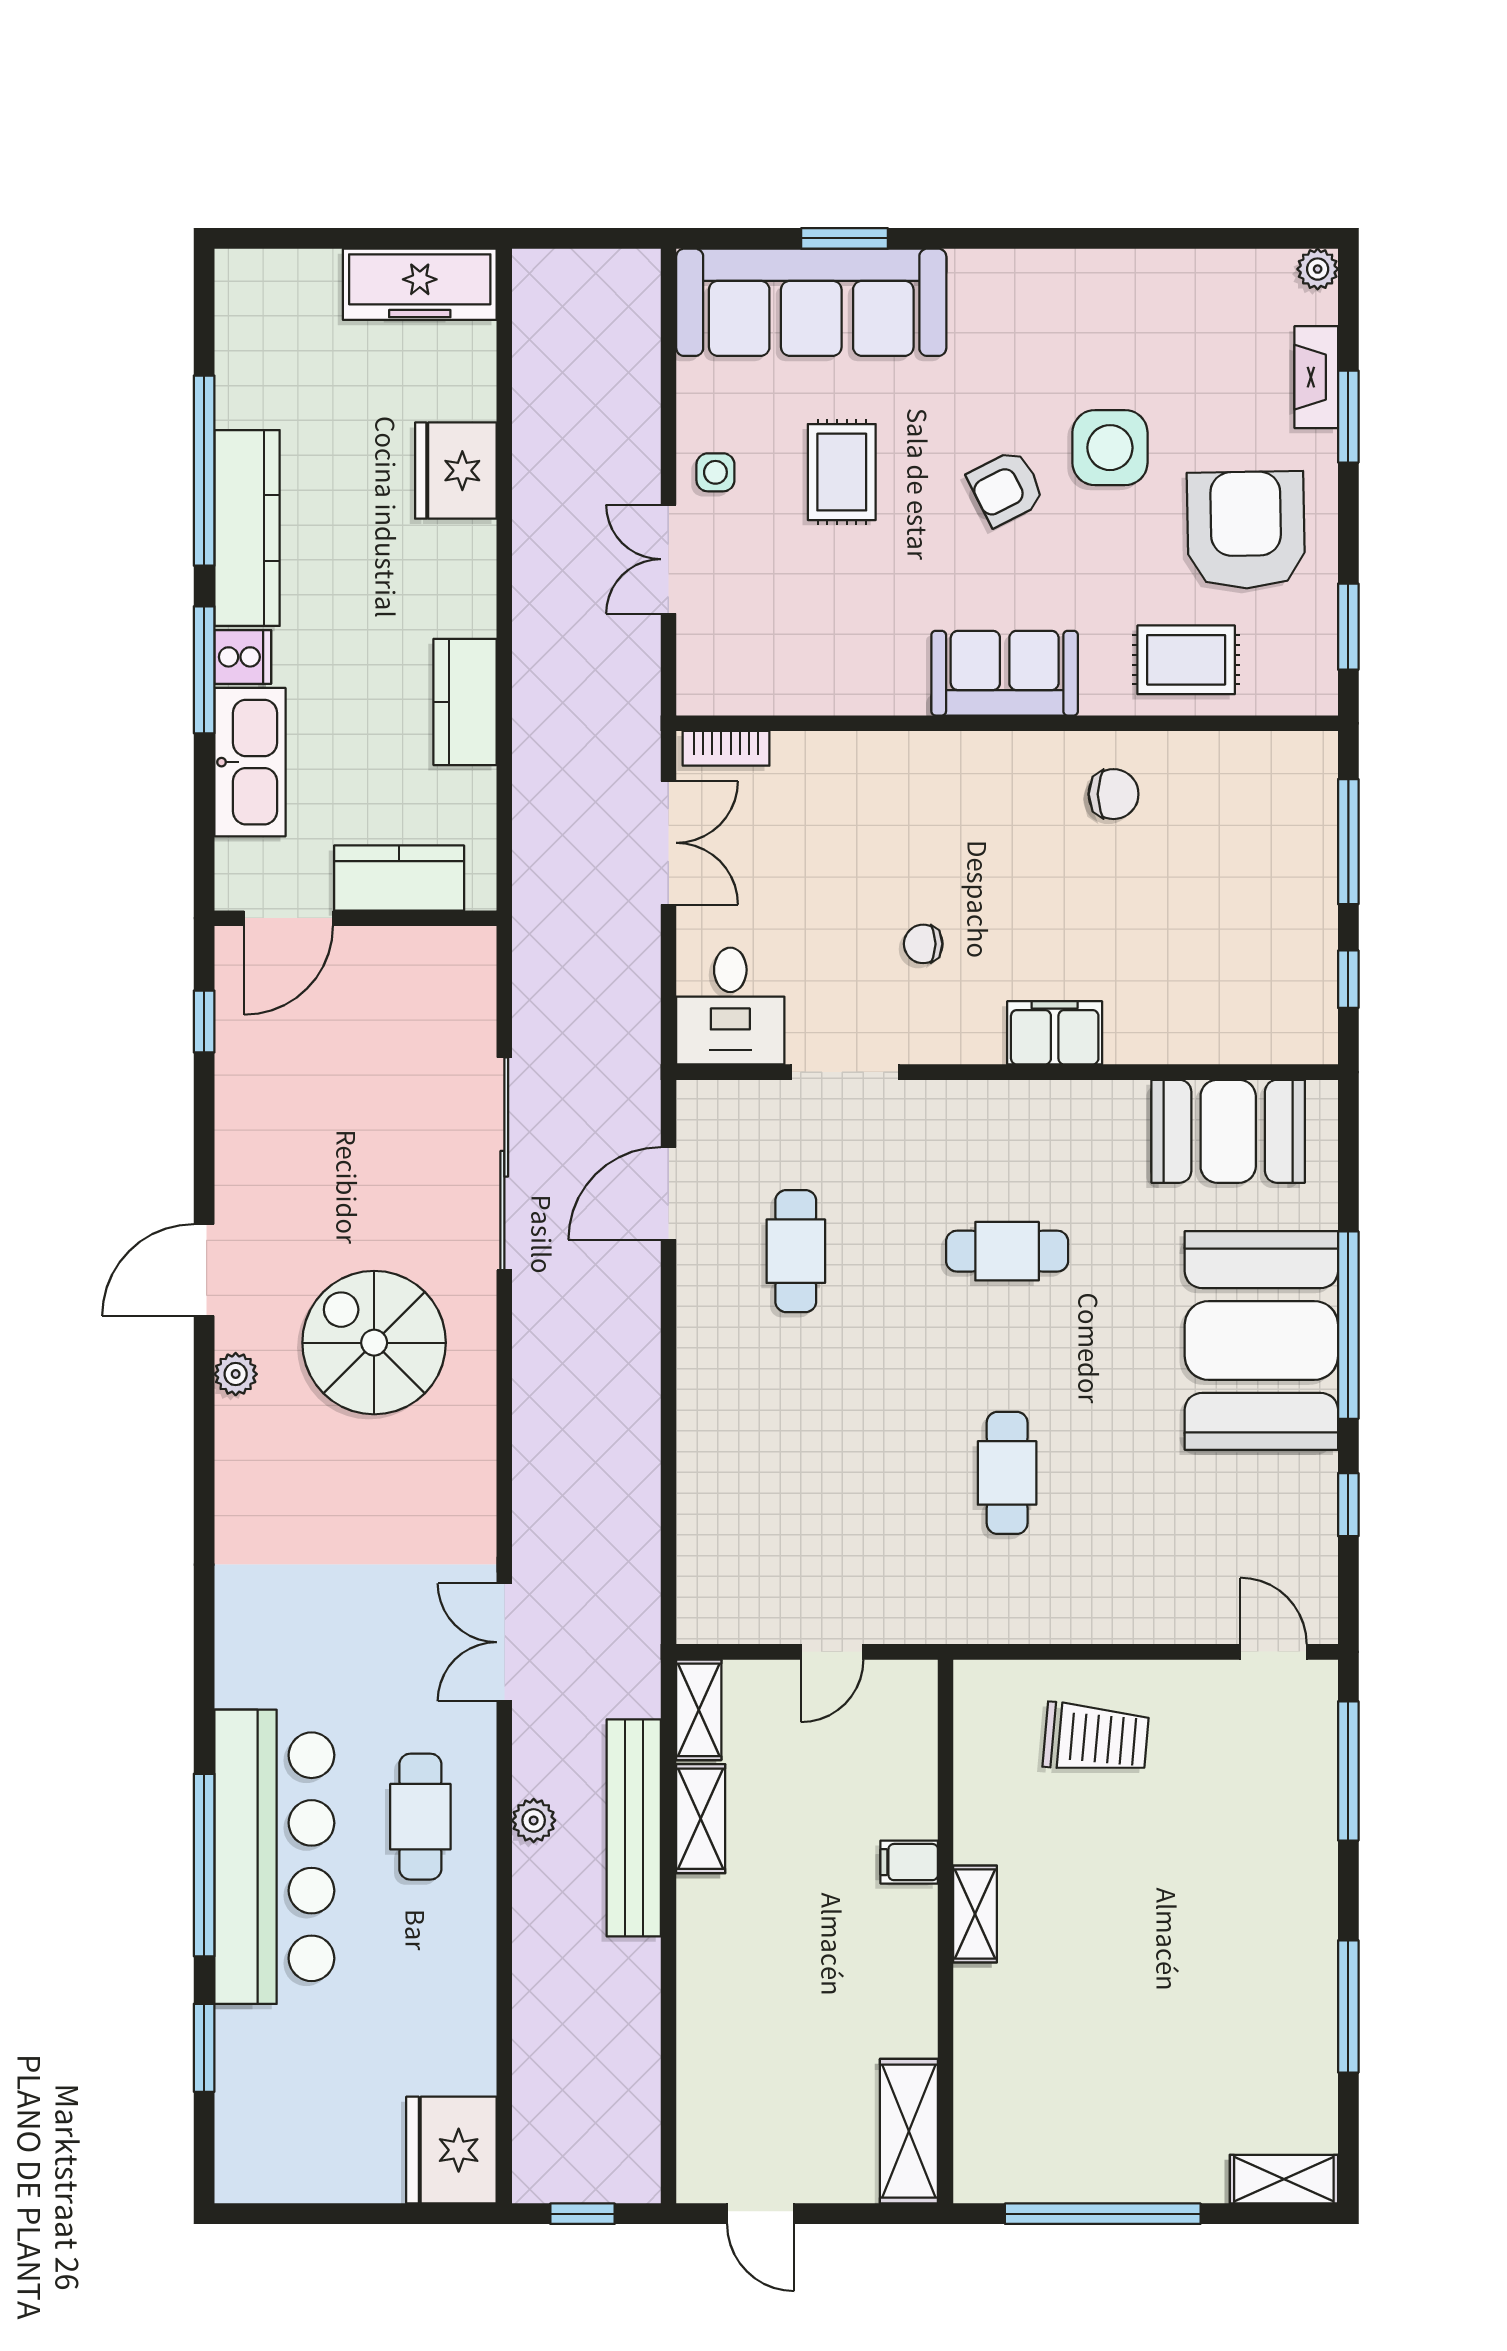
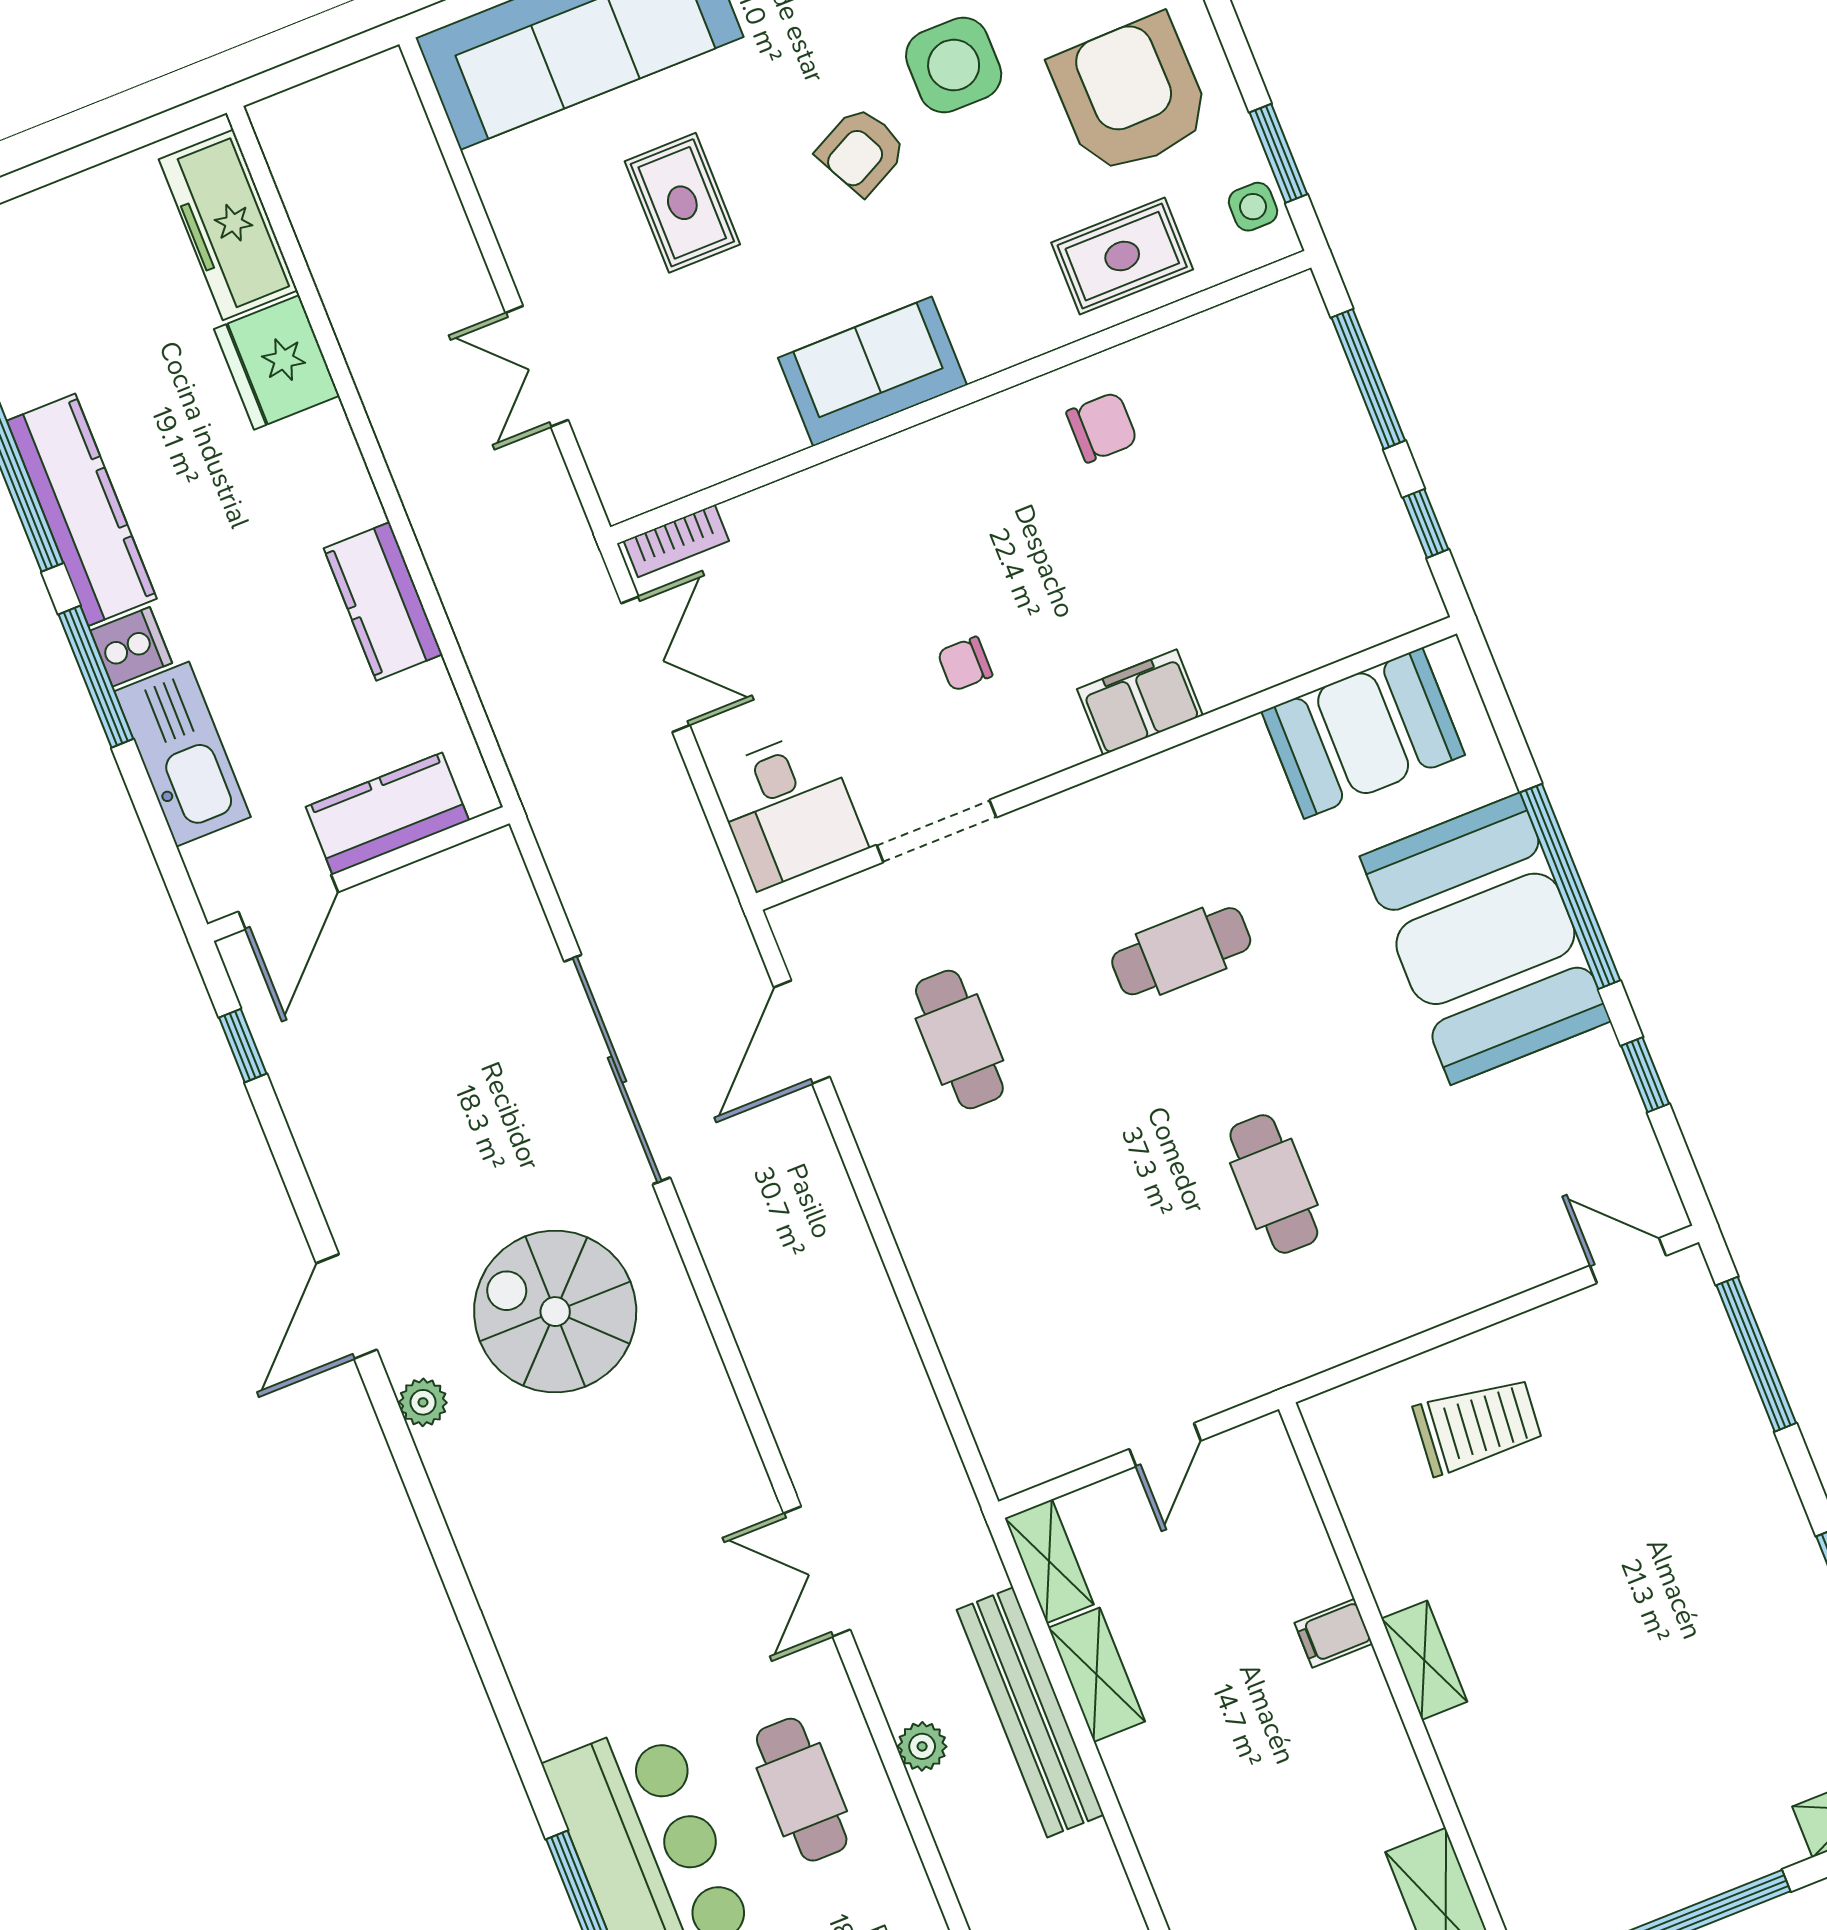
freezer: (420, 284) -> (228, 225), moved, turned 90
side table: (715, 472) -> (1253, 207), moved
sofa: (1005, 673) -> (873, 372), moved

